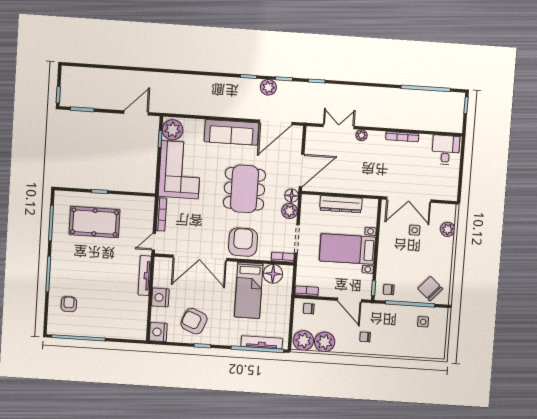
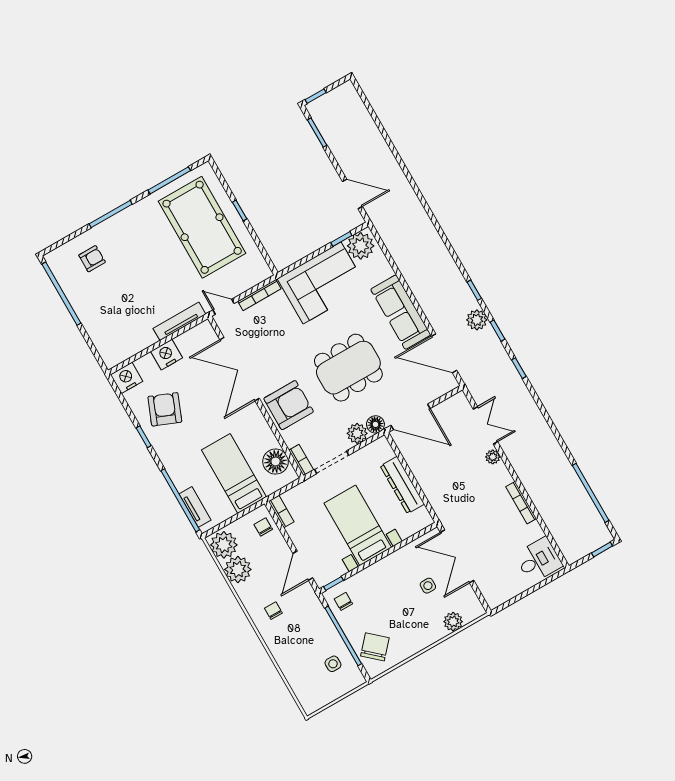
pool table: (95, 222) -> (202, 227), width x1.36, depth x1.32
bed: (249, 290) -> (234, 474), moved, turned 90
tv unit: (262, 342) -> (195, 507), width x0.71

